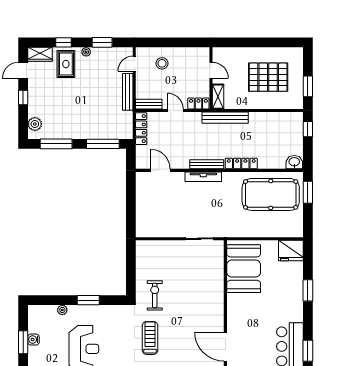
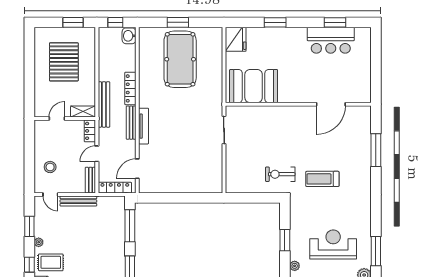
washbasin: (294, 162) -> (129, 36), moved
bench: (207, 164) -> (131, 123), moved
locker: (241, 164) -> (130, 88), moved
door: (160, 170) -> (137, 169), moved
wall: (219, 170) -> (137, 110), moved
tv unit: (203, 177) -> (144, 126), moved

